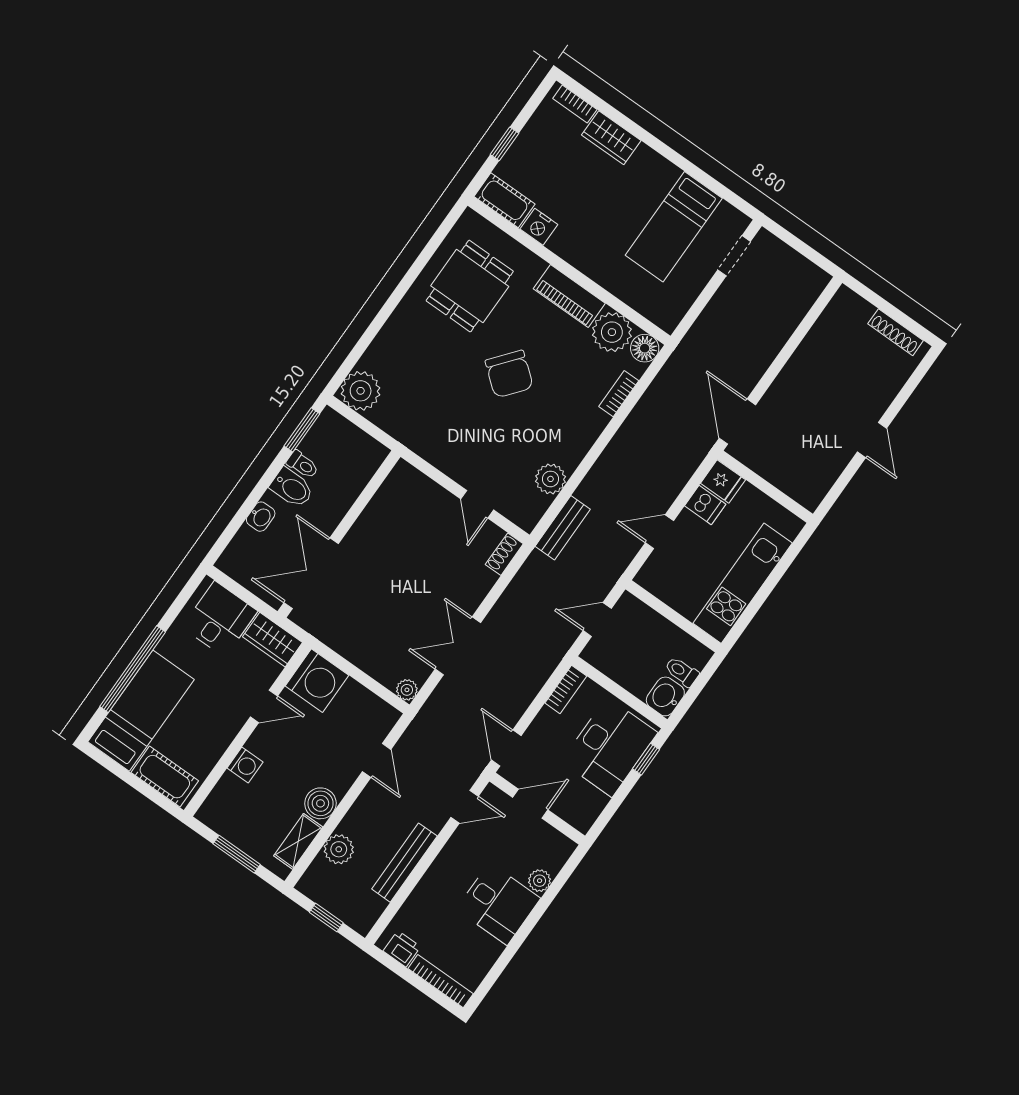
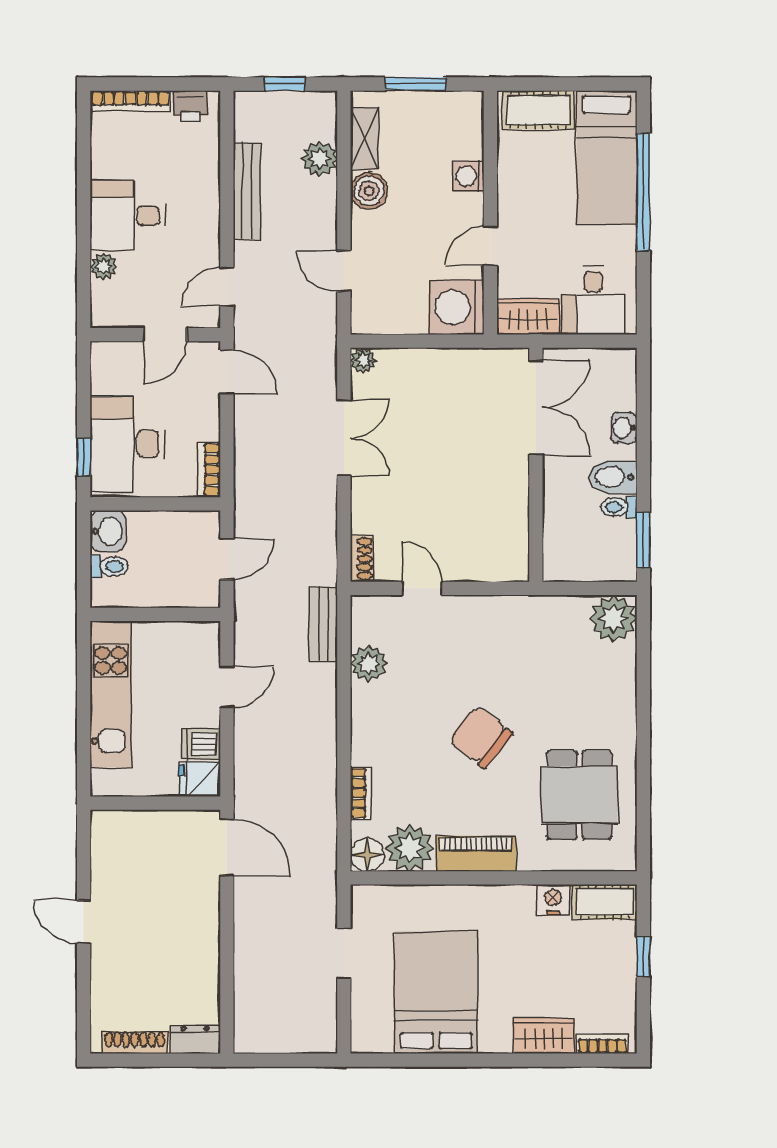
bed: (674, 227) -> (436, 993), width x1.50
doorway: (734, 256) -> (344, 953), moved
dresser: (853, 305) -> (195, 1040), added

